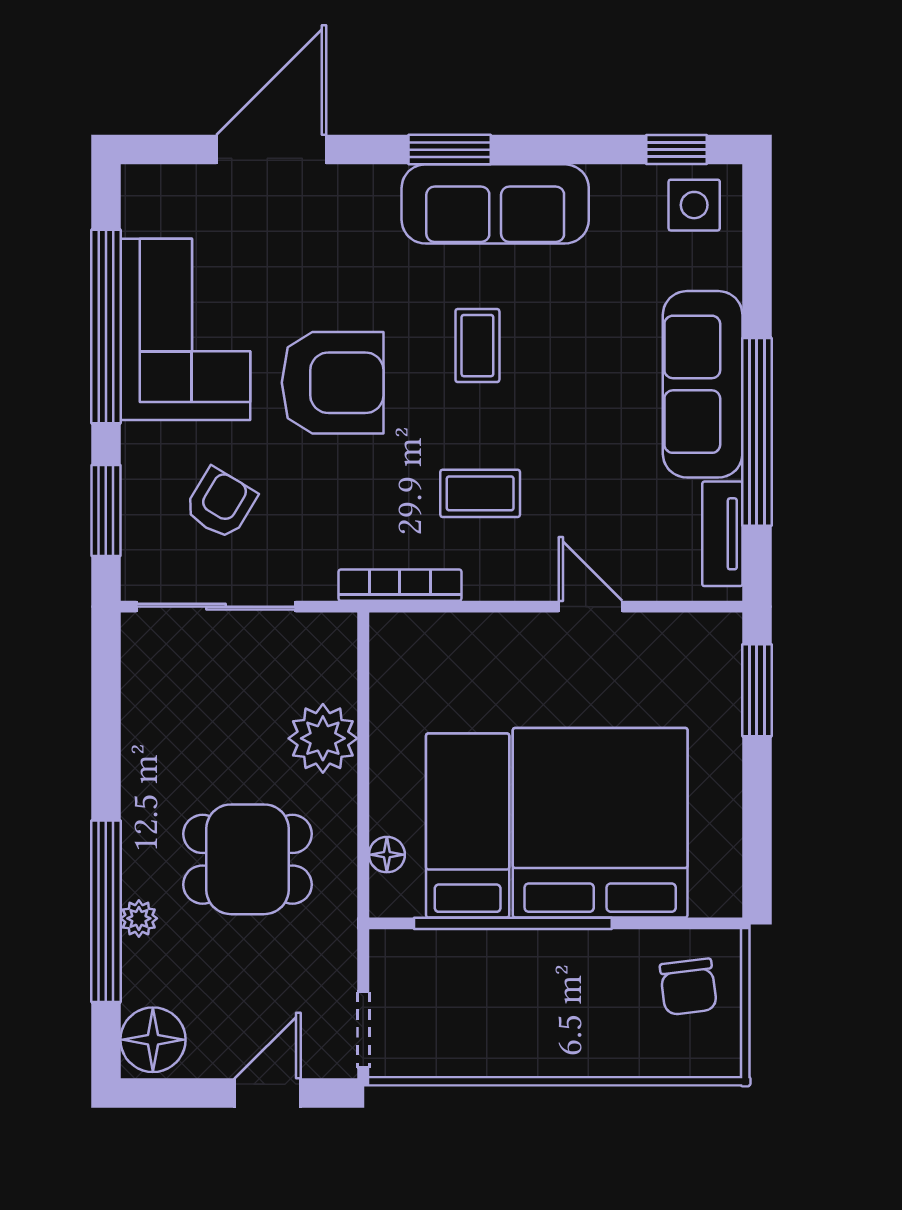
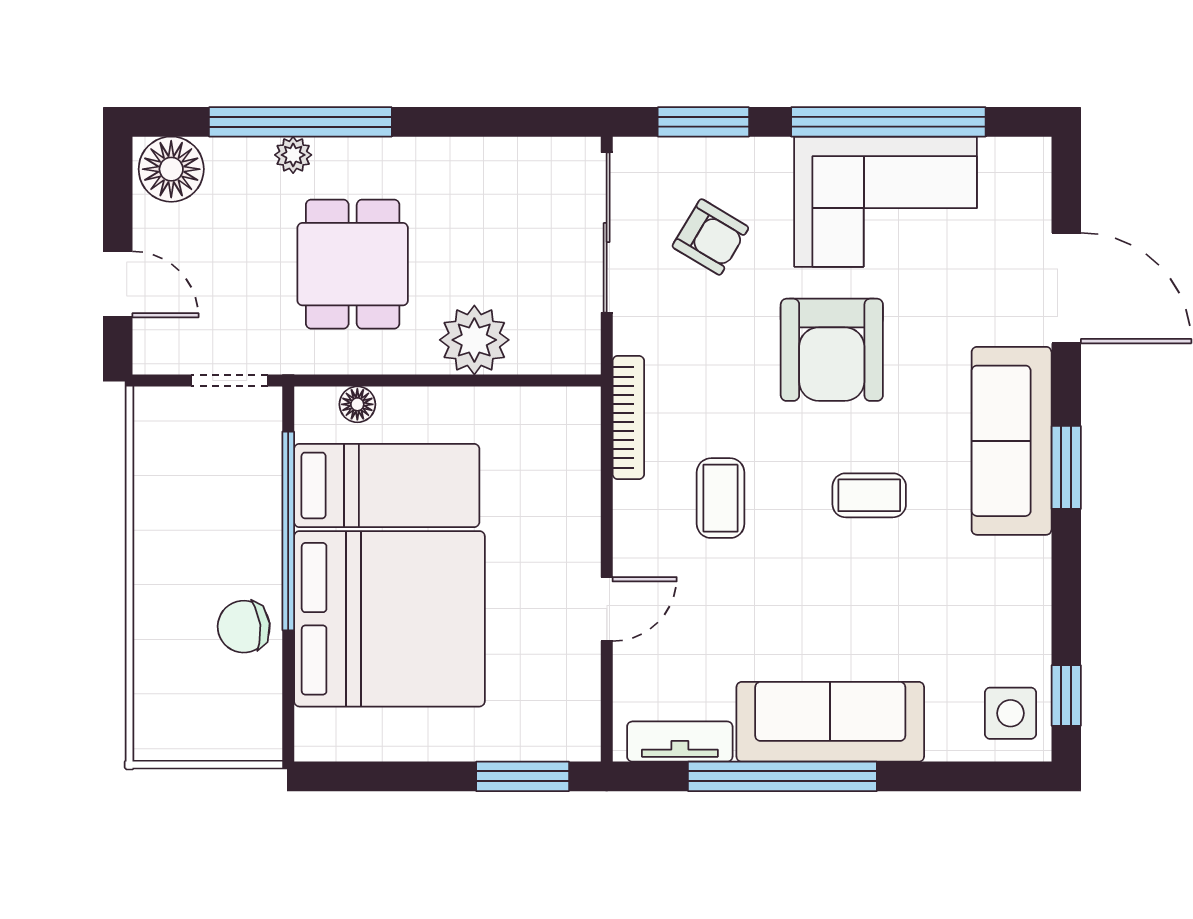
sofa: (495, 204) -> (1012, 441), moved
chair: (688, 987) -> (244, 627), moved
doorway: (363, 1030) -> (229, 381), moved

